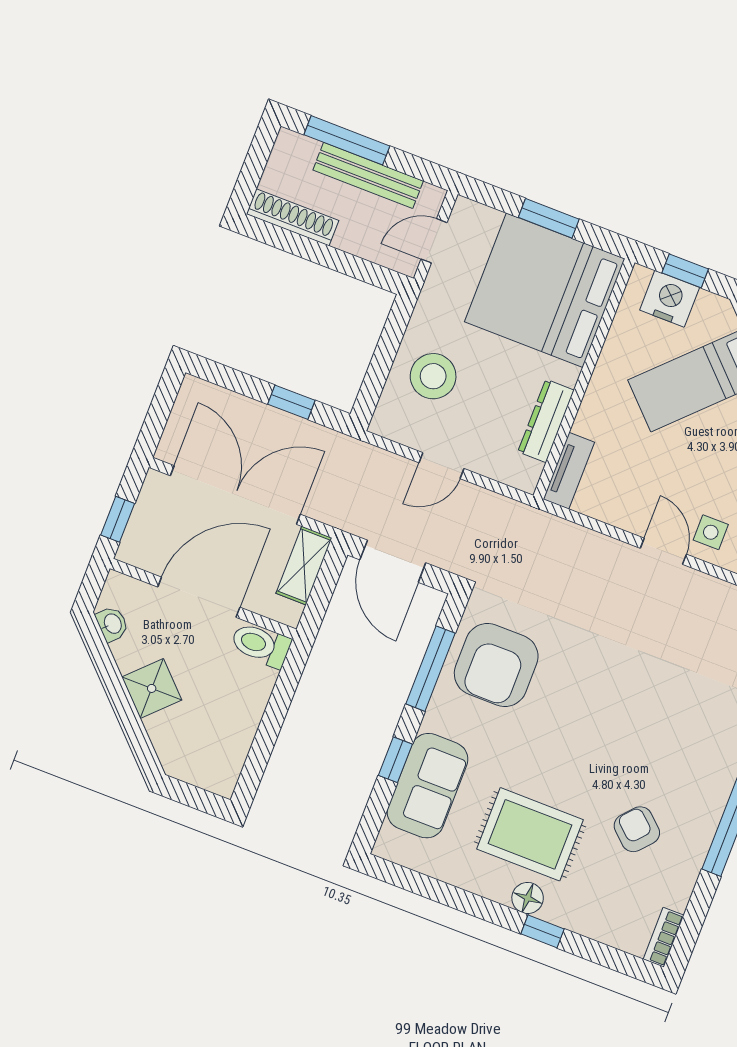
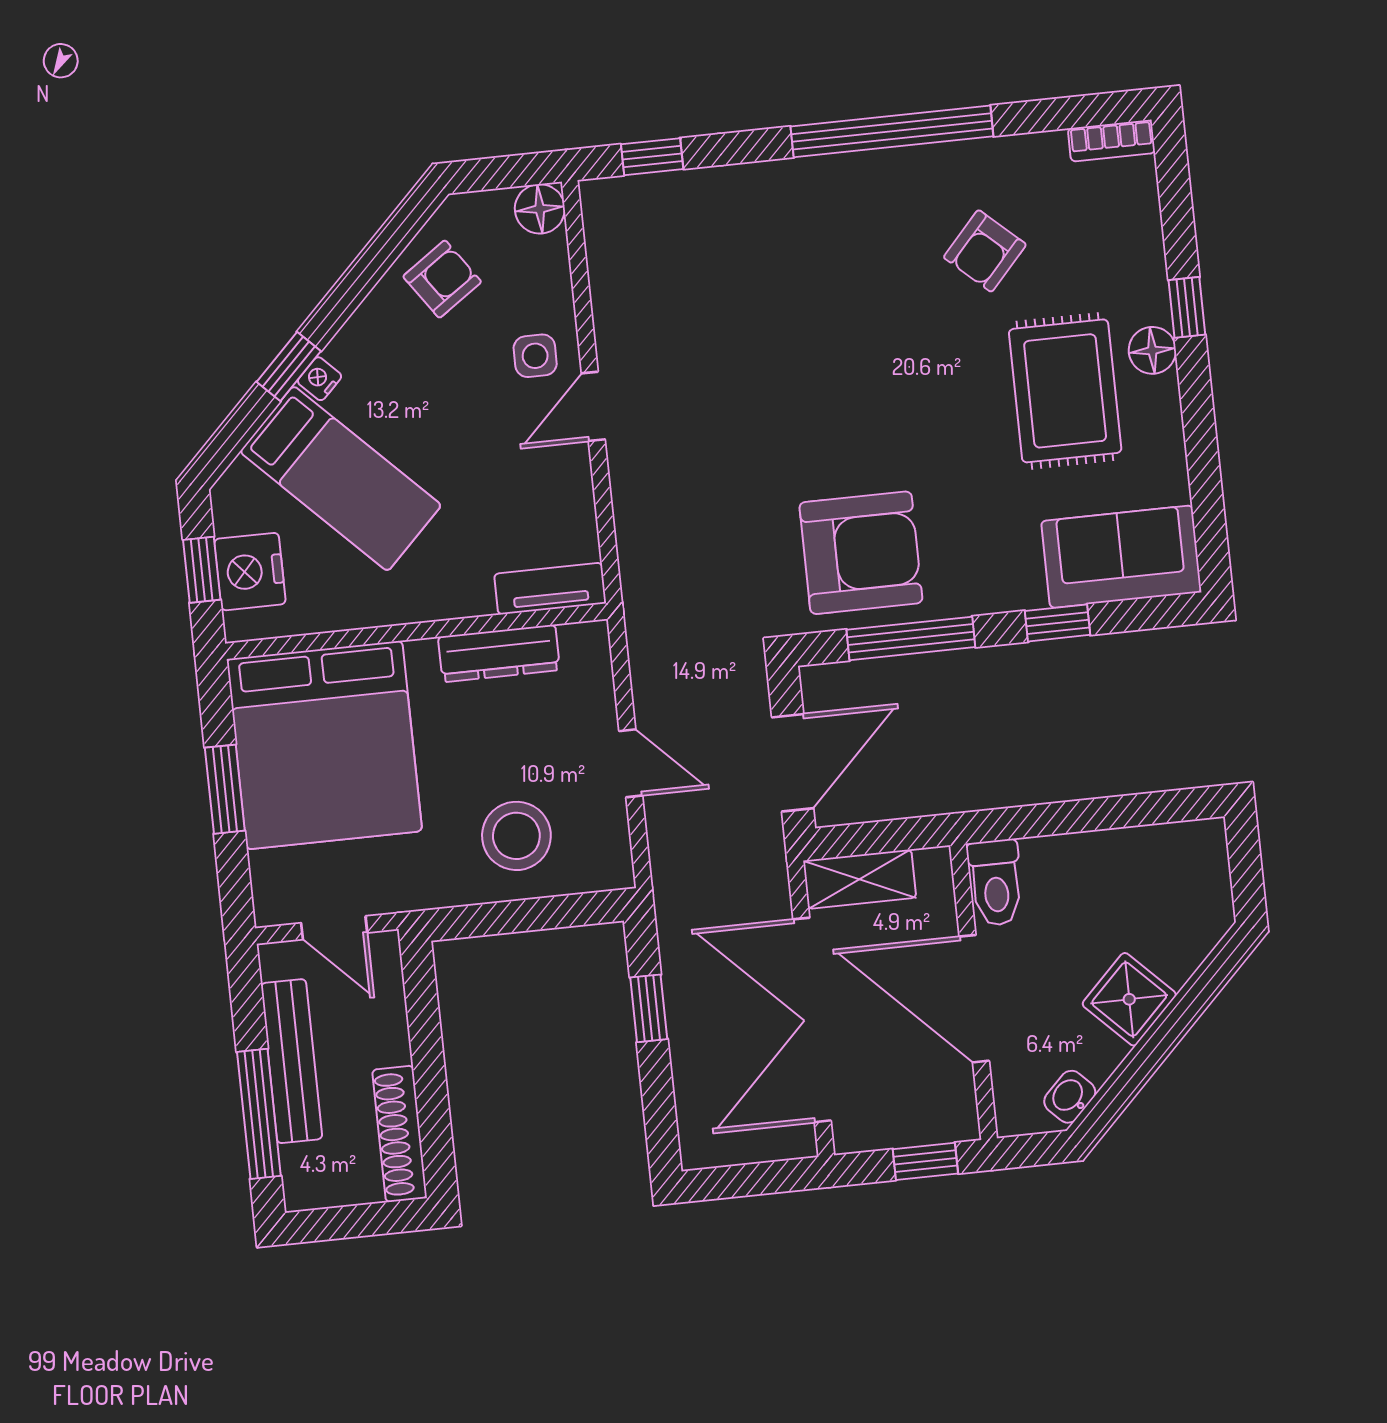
sofa: (427, 786) -> (1121, 557), moved

